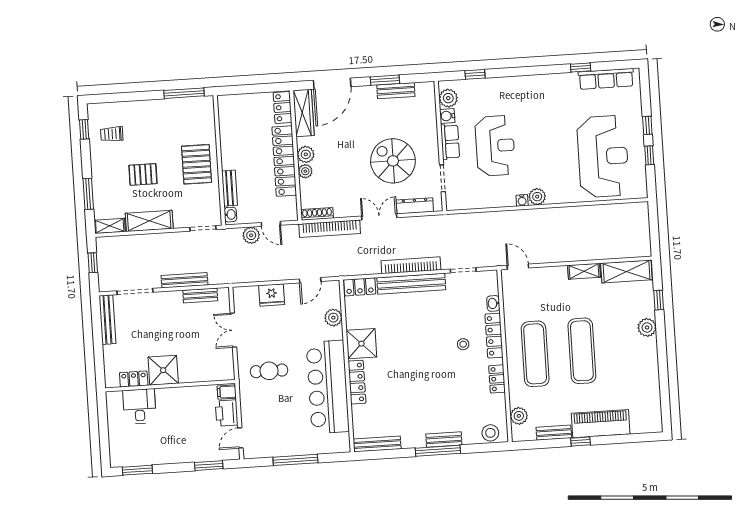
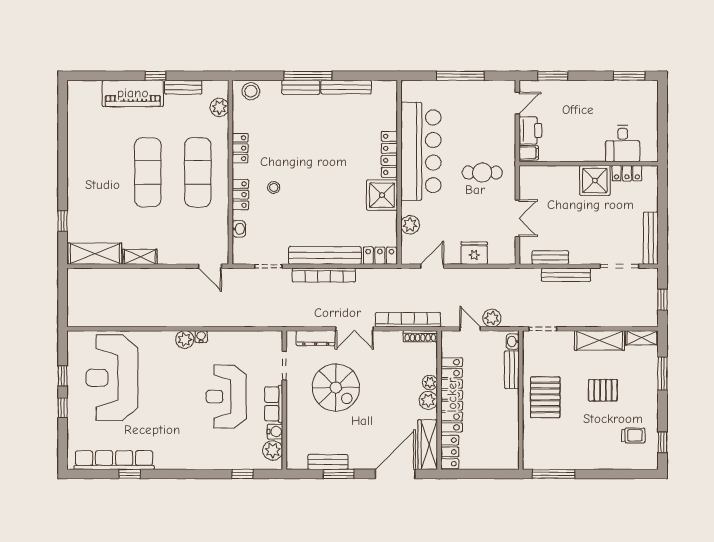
row of seats: (606, 79) -> (114, 460), width x1.36
plant: (647, 327) -> (77, 193), removed
locker: (494, 336) -> (240, 195), width x0.66
bench: (377, 444) -> (346, 87), moved

